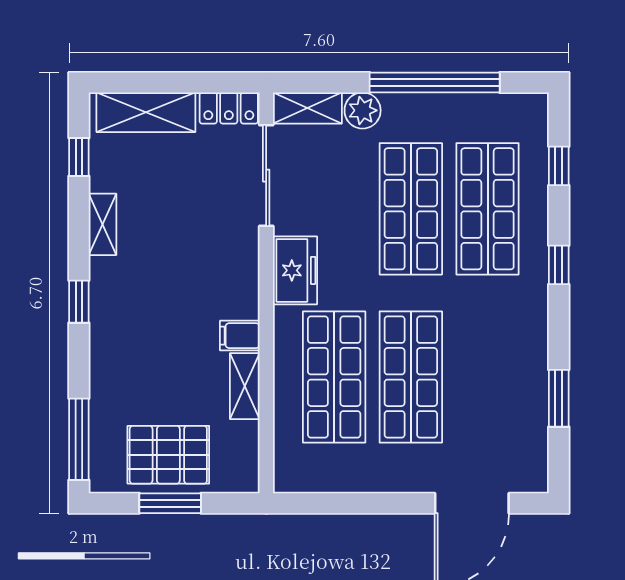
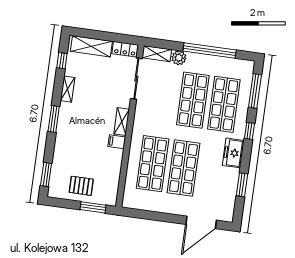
window: (559, 166) -> (255, 91), width x2.17
freezer: (295, 270) -> (233, 153), moved, turned 180
window: (79, 302) -> (54, 119), width x1.50
shelving: (245, 386) -> (122, 122), moved
window: (79, 439) -> (46, 175), width x0.69
pallet: (168, 455) -> (81, 186), width x0.67, depth x0.71
window: (170, 503) -> (93, 207), moved

